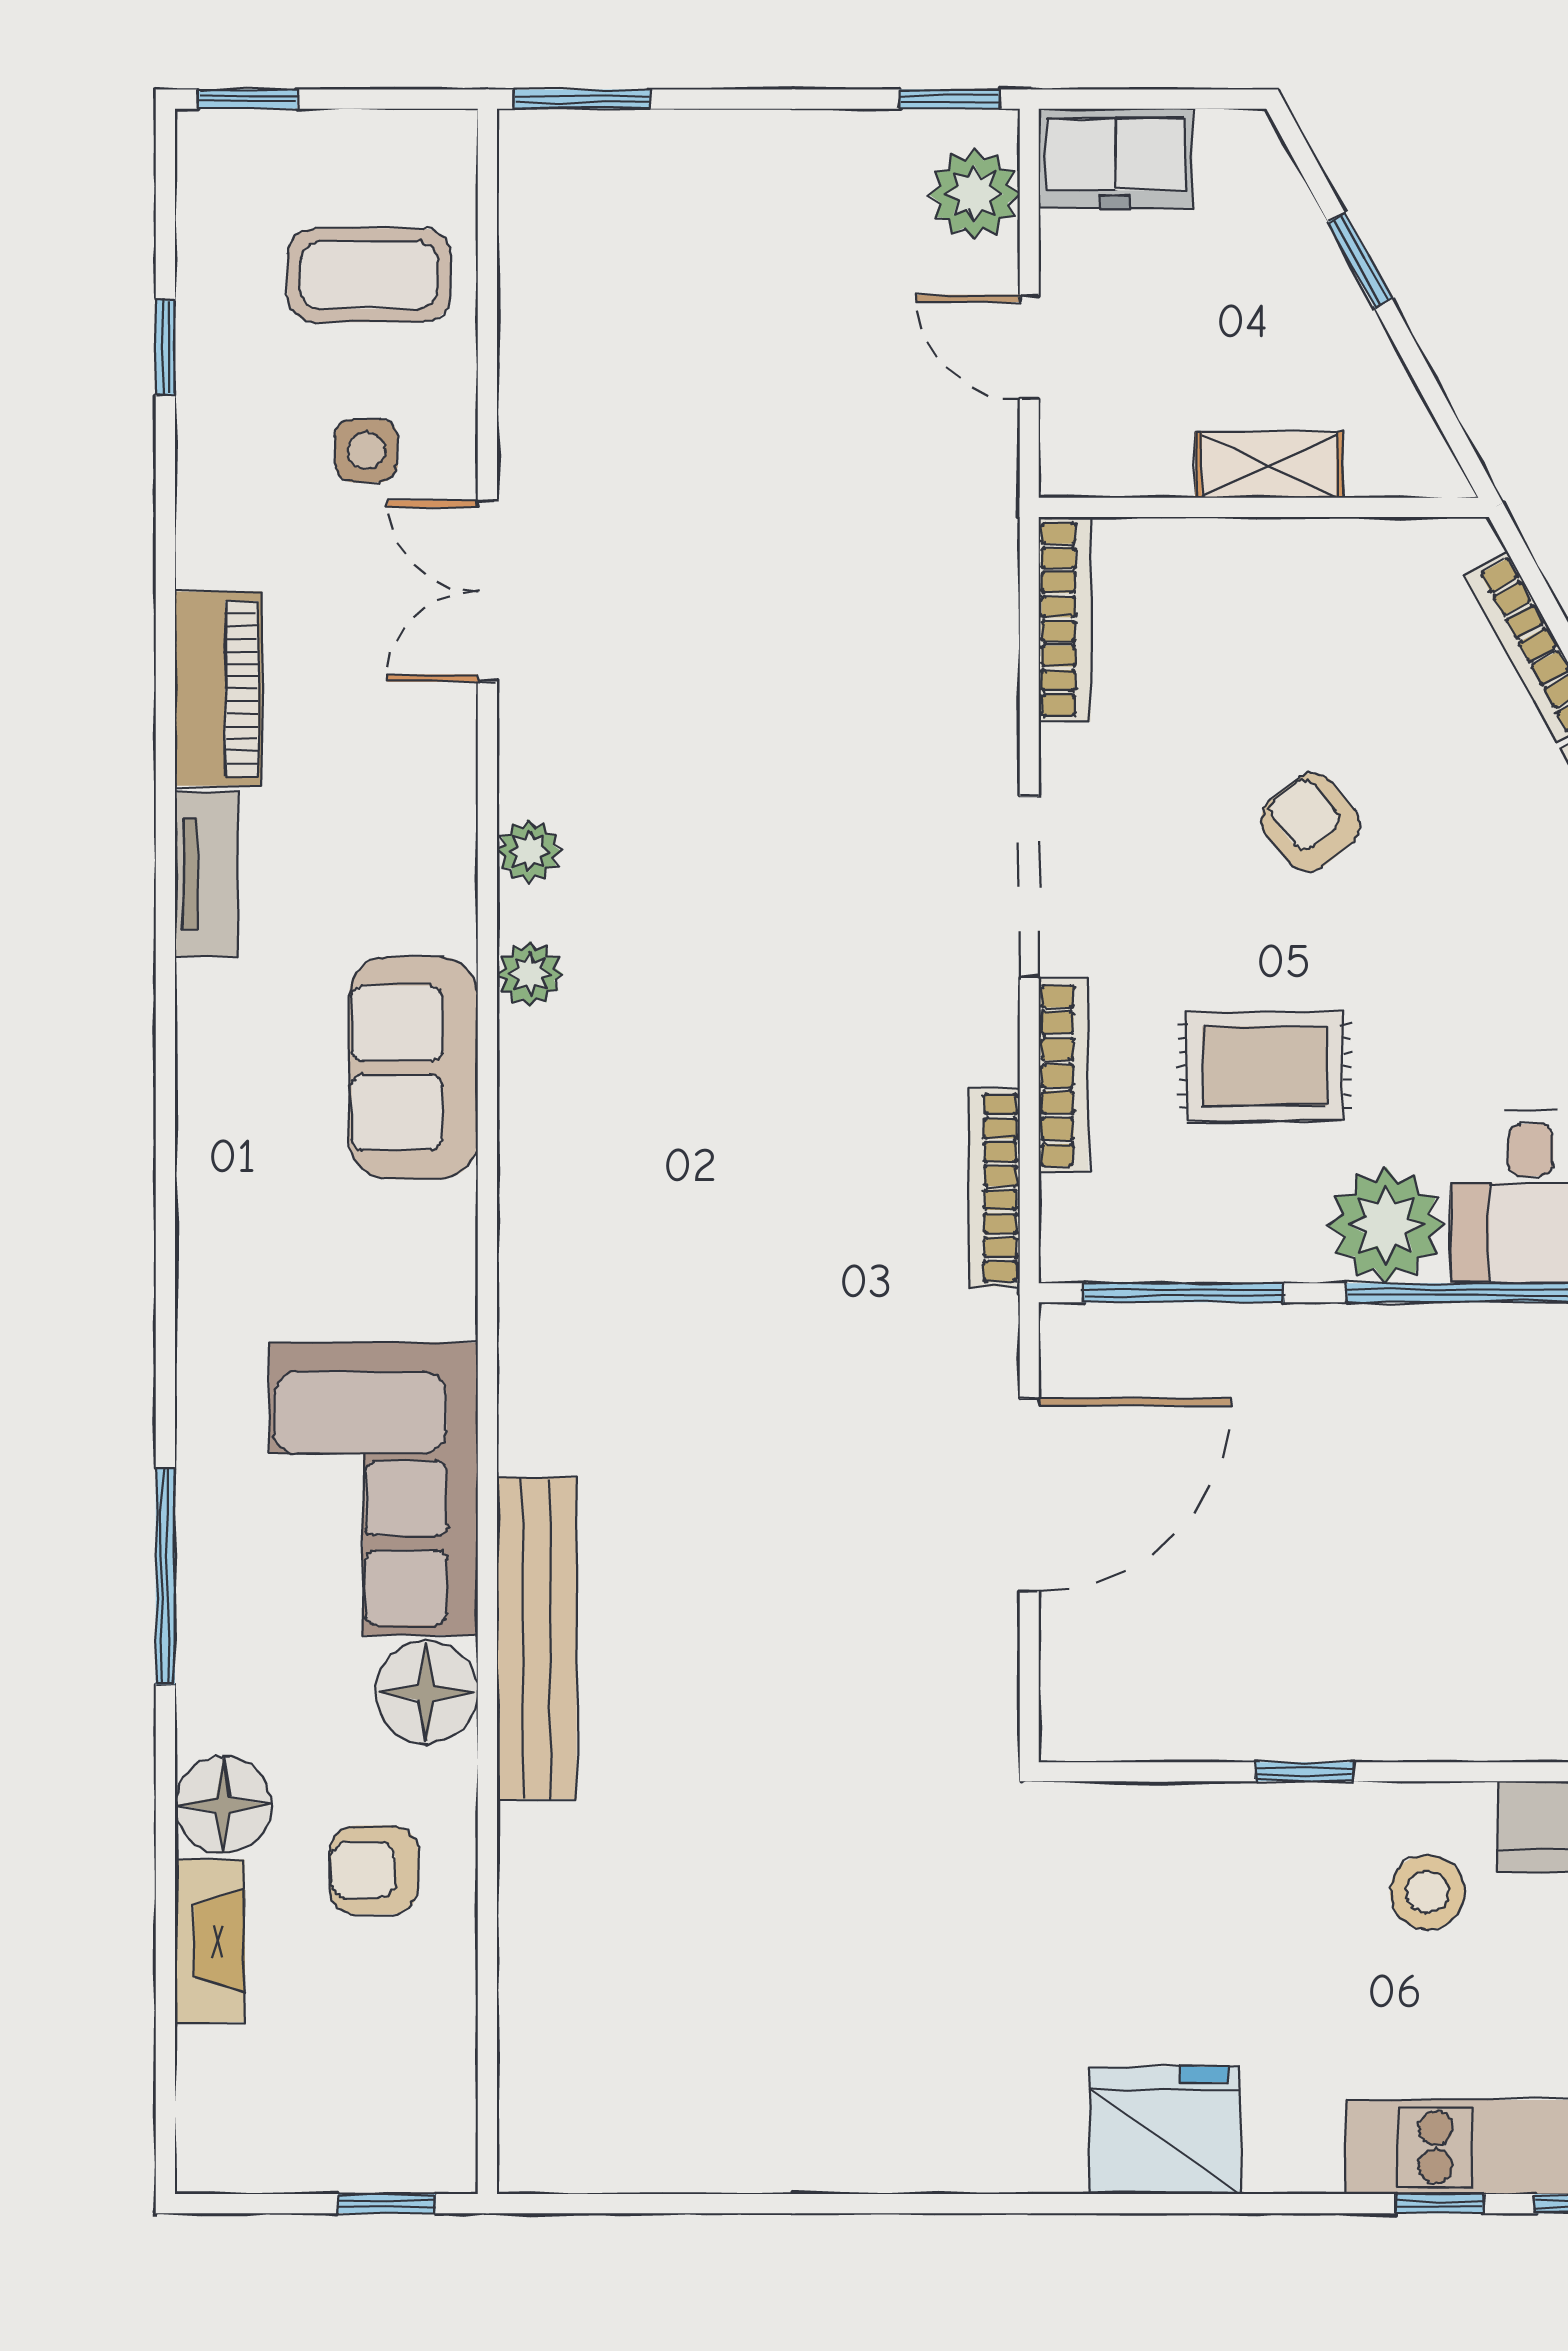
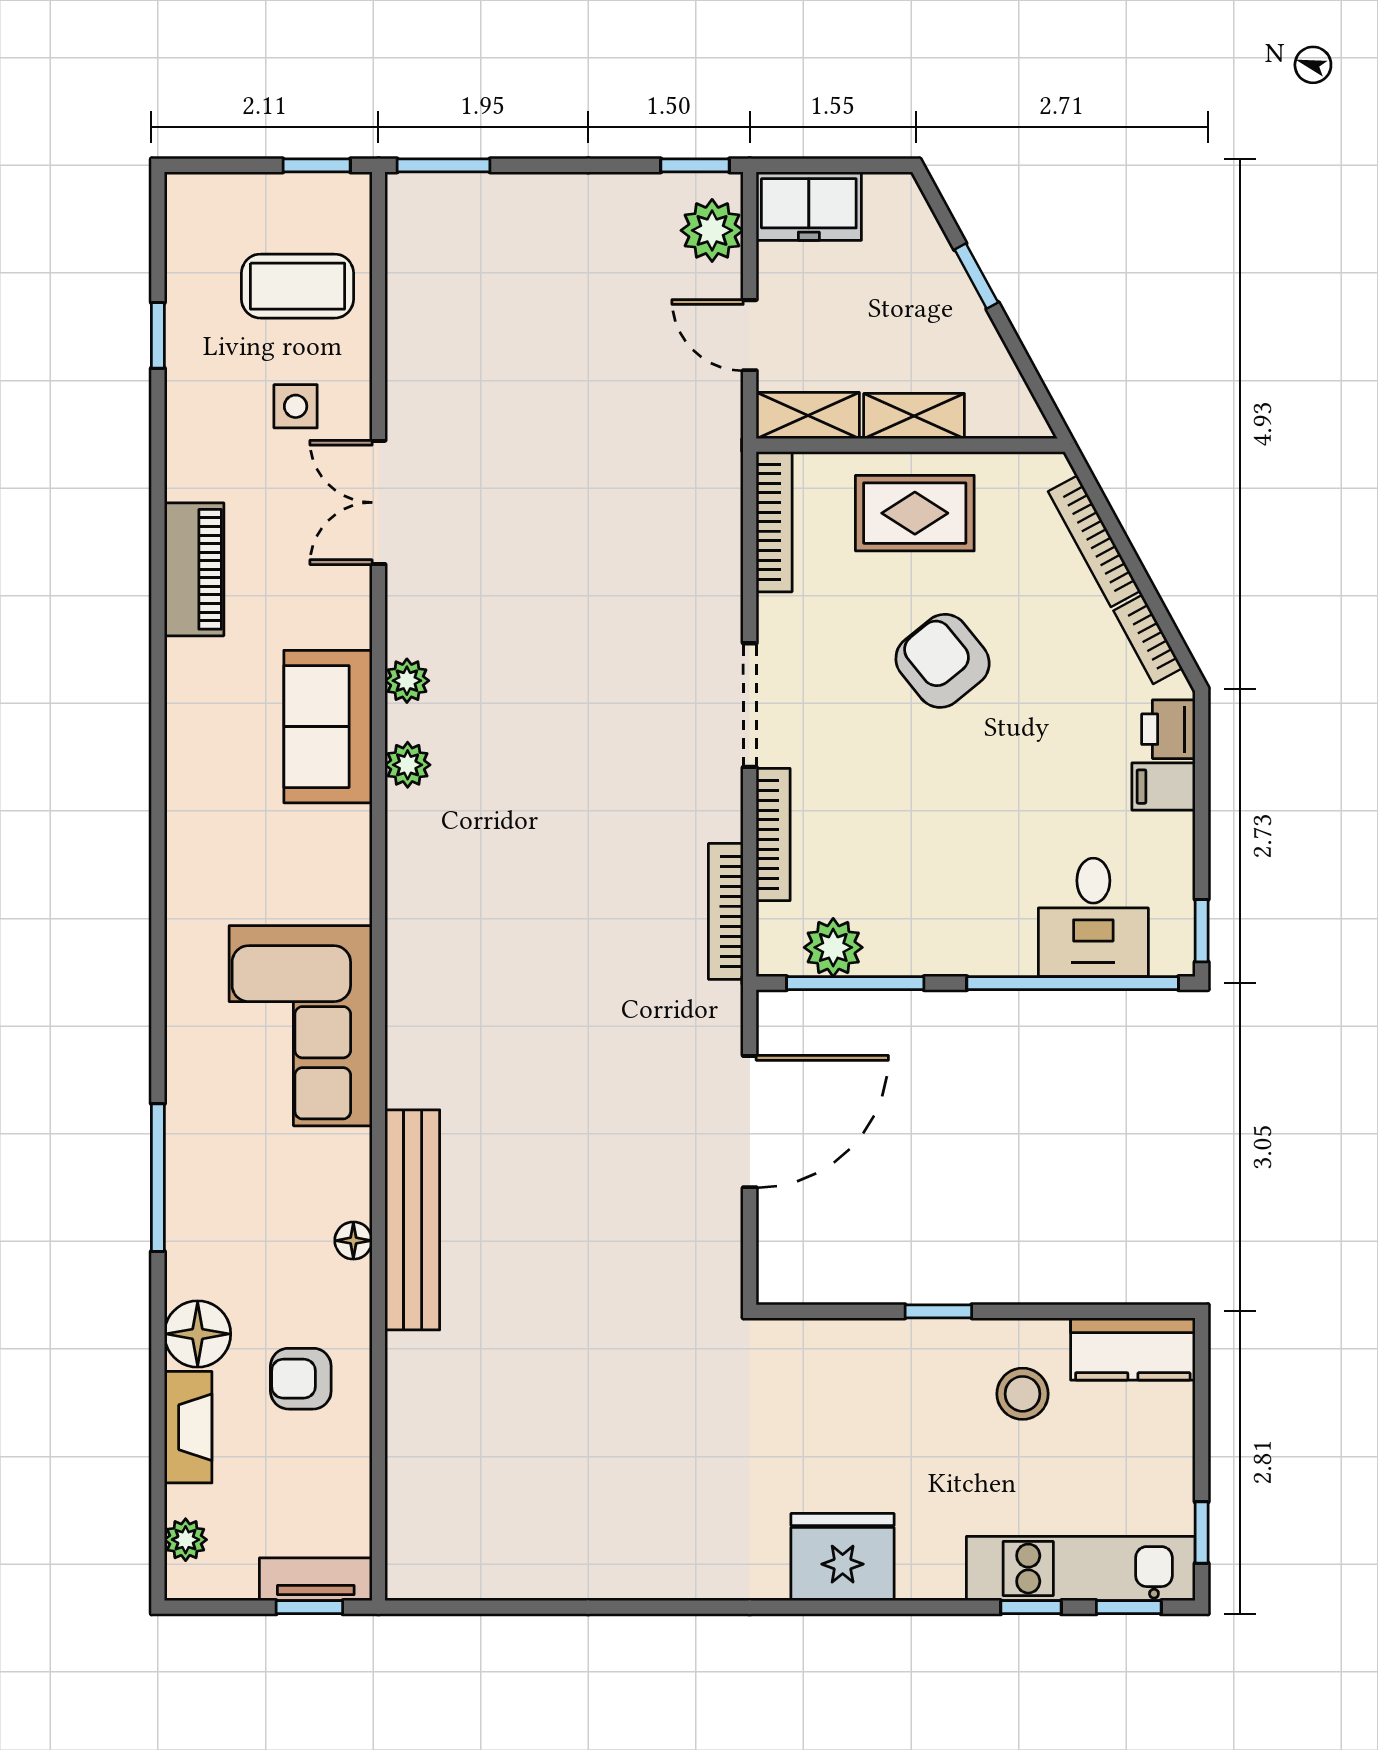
window: (248, 99) -> (317, 165), moved
shelving: (1114, 464) -> (808, 416), added
armchair: (1311, 822) -> (943, 661), width x1.38, depth x1.38
tv unit: (206, 874) -> (316, 1579), moved, turned -90
rug: (1265, 1066) -> (915, 513), moved
sofa: (414, 1068) -> (328, 727), moved
plant: (1386, 1225) -> (833, 947), moved, width x0.73, depth x0.73
corner sofa: (374, 1489) -> (301, 1026), moved
floor lamp: (427, 1692) -> (353, 1241), width x0.53, depth x0.53
plant: (206, 2105) -> (186, 1540), added

